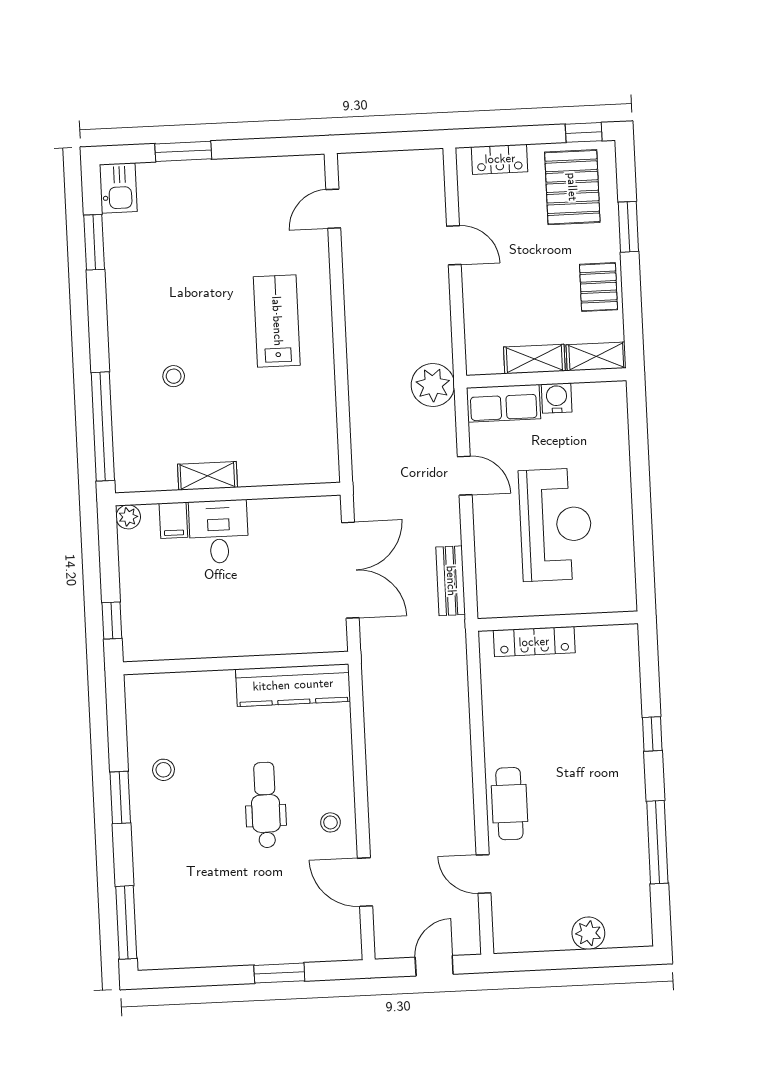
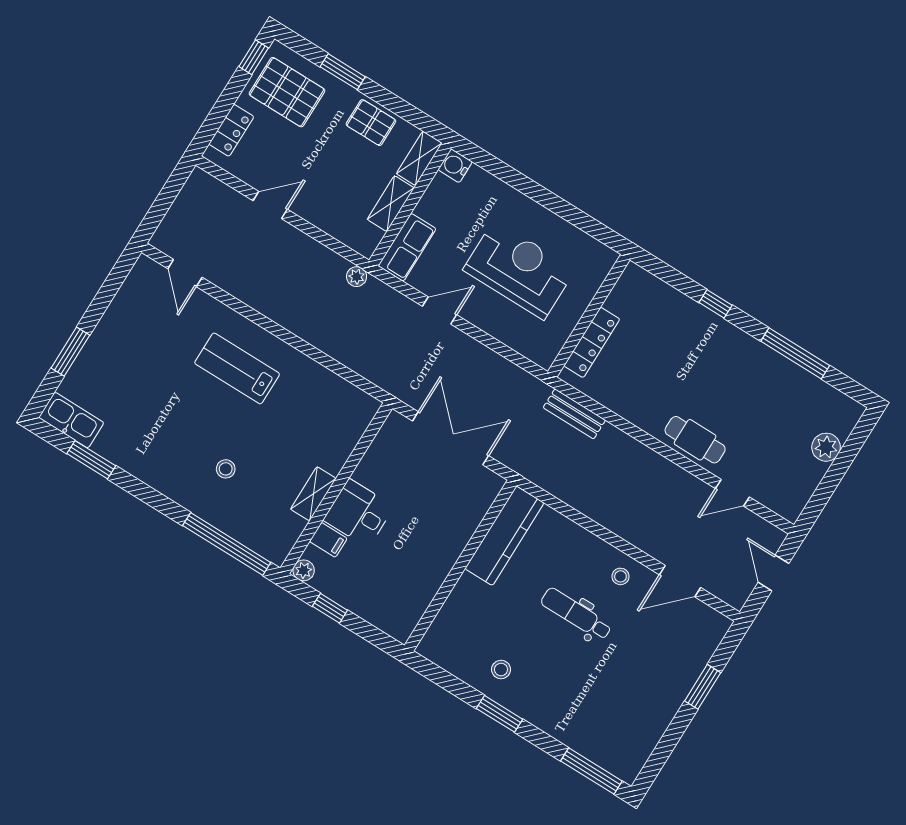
kitchen sink: (118, 188) -> (71, 420), width x1.38
plant: (433, 385) -> (357, 277), width x0.53, depth x0.53
water cooler: (557, 398) -> (455, 166), moved
bench: (451, 581) -> (574, 414), moved
window: (112, 621) -> (330, 608), moved

